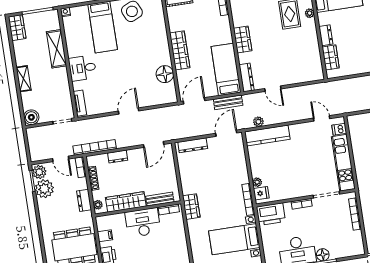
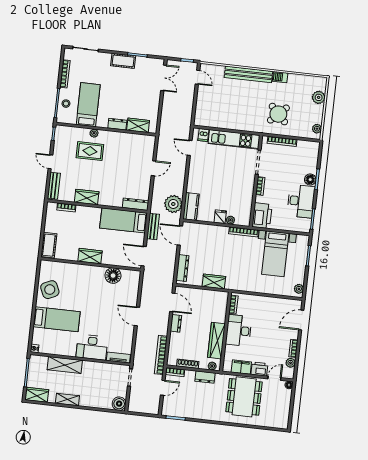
wardrobe: (243, 39) -> (87, 197), moved
wardrobe: (180, 50) -> (90, 256), width x0.67
desk: (82, 68) -> (92, 347), width x1.37
shelving: (24, 79) -> (67, 400), moved
door: (273, 89) -> (154, 168), moved
door: (322, 118) -> (190, 148), hinge flipped
plant: (258, 122) -> (173, 204), width x1.88, depth x1.88
kitchen counter: (267, 135) -> (191, 206), width x0.67
dresser: (118, 157) -> (176, 323), moved
plant: (39, 172) -> (169, 410), removed
plant: (44, 189) -> (185, 409), removed
fridge: (261, 193) -> (220, 217), moved
bench: (160, 199) -> (222, 310), removed
wardrobe: (191, 207) -> (214, 282), moved
filing cabinet: (105, 236) -> (241, 367), width x2.00

